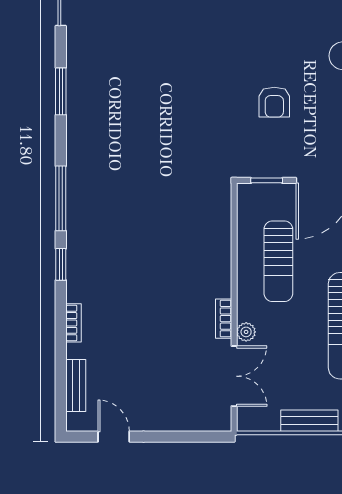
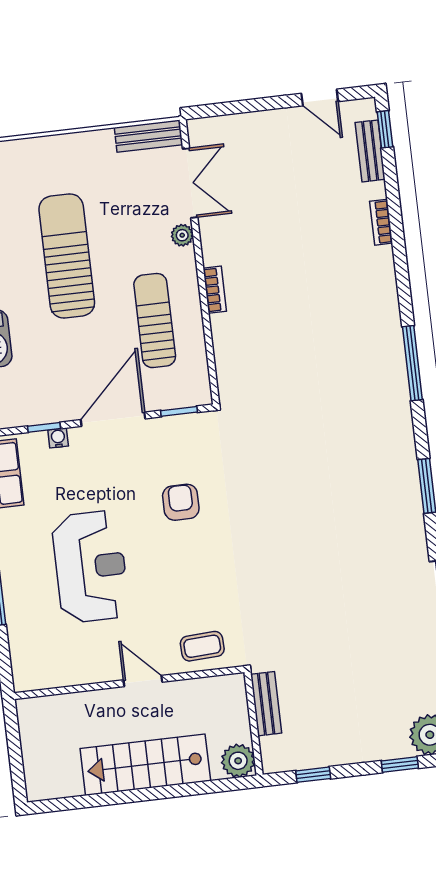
window: (61, 264) -> (385, 129), moved
bookcase: (224, 319) -> (215, 290), moved
double door: (234, 376) -> (190, 183), swing flipped
bench: (309, 421) -> (148, 136), moved

